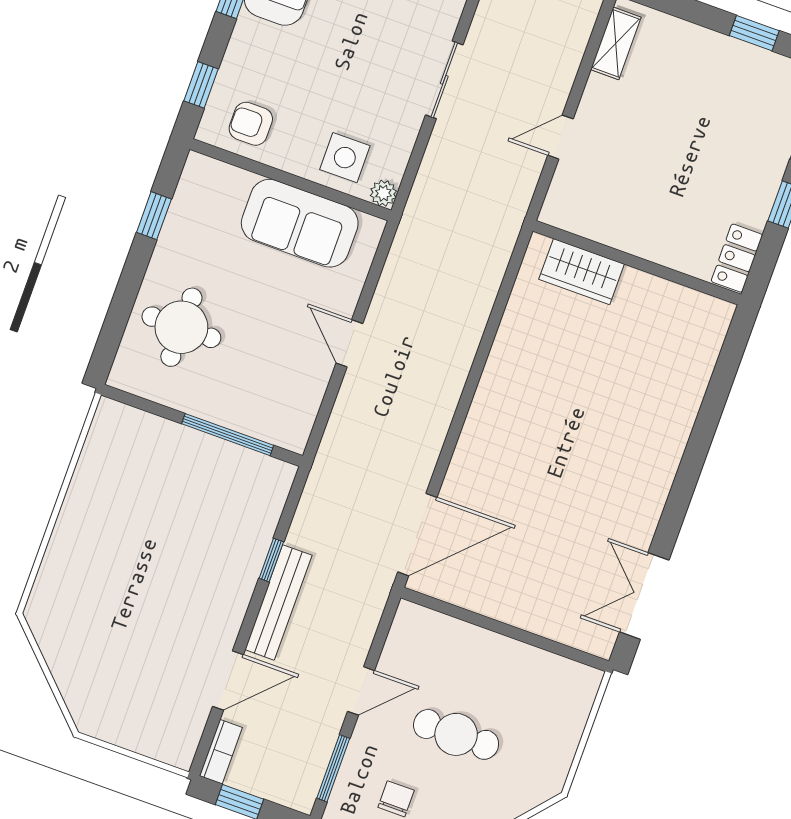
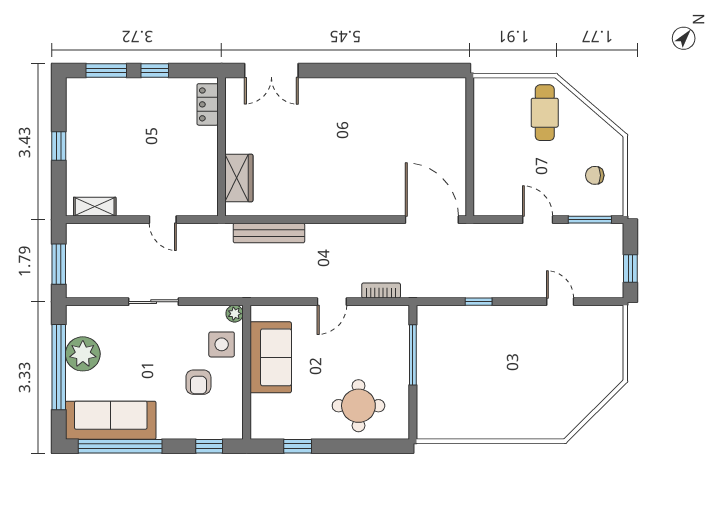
window: (754, 33) -> (59, 146), moved
armchair: (251, 124) -> (198, 382), moved
locker: (737, 258) -> (208, 104), moved, turned 90
double door: (644, 596) -> (271, 70), moved
bench: (278, 602) -> (269, 233), moved
door: (228, 680) -> (560, 302), width x0.73
cafe table: (456, 734) -> (545, 113), moved
bookcase: (221, 752) -> (381, 291), moved

